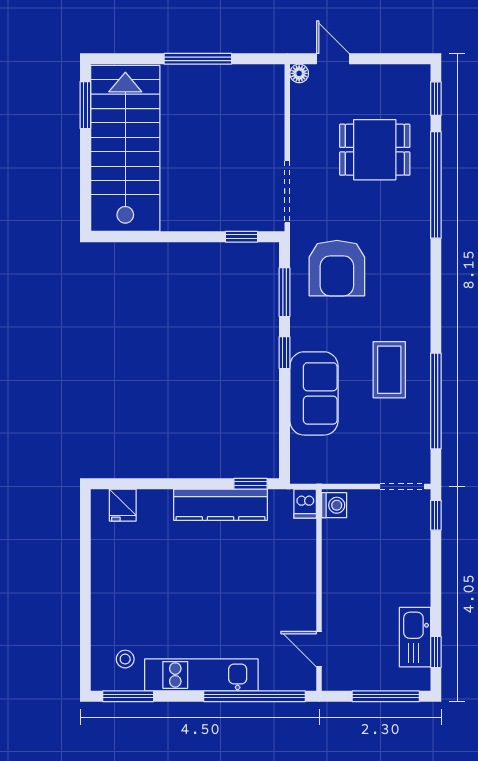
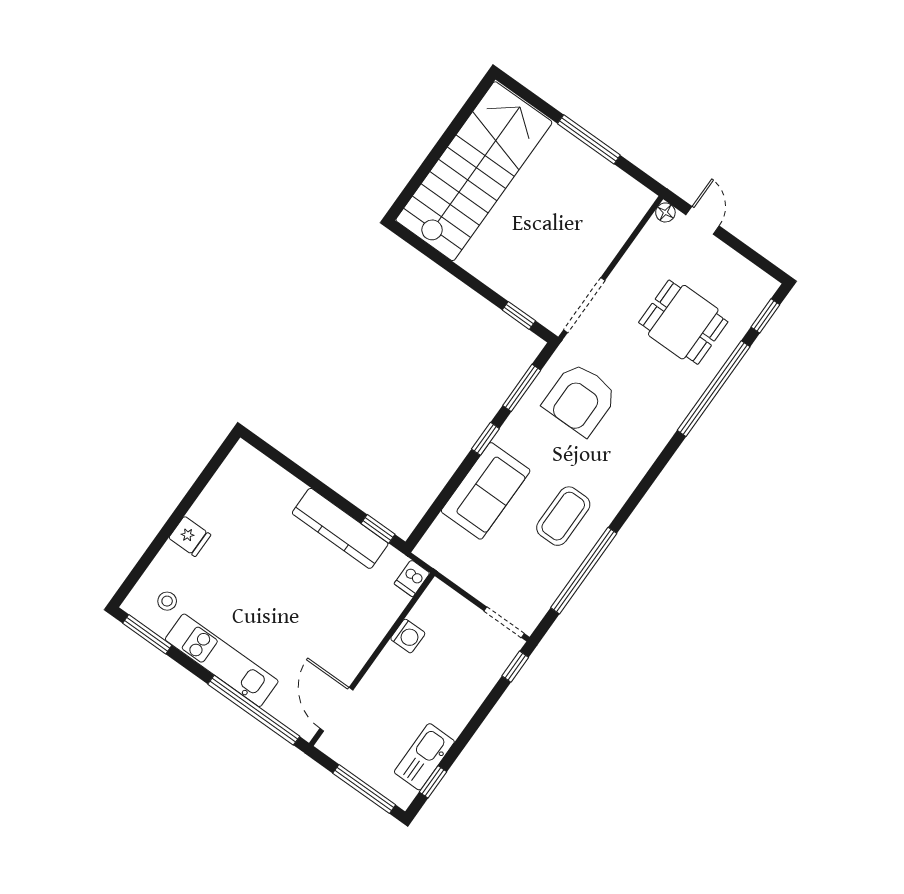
window: (85, 105) -> (466, 111), removed
fridge: (123, 505) -> (190, 536), moved, turned -90
washing machine: (334, 505) -> (408, 636), moved
door: (319, 649) -> (336, 709), width x1.38

